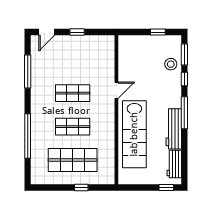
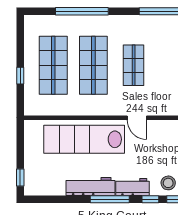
shop shelf: (73, 127) -> (93, 65), width x1.43, depth x1.36
workbench: (174, 164) -> (133, 187), moved

